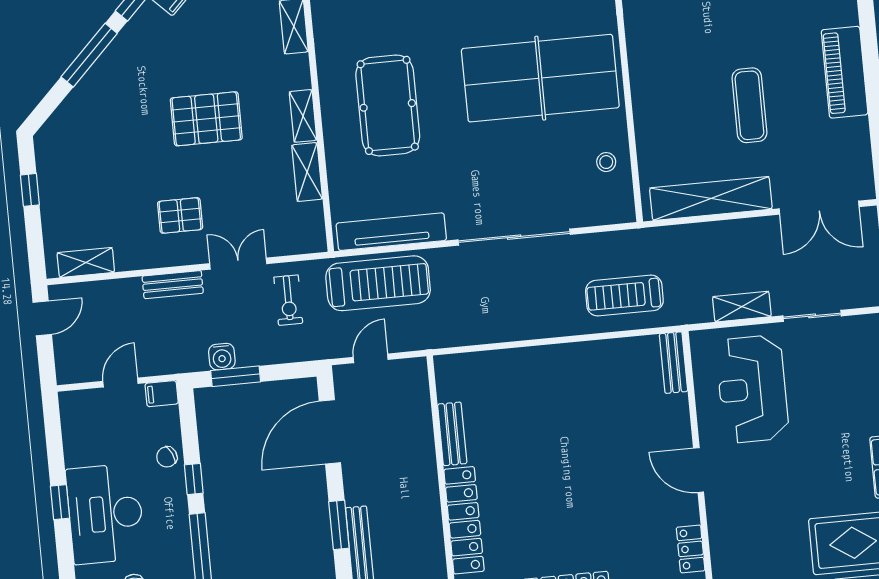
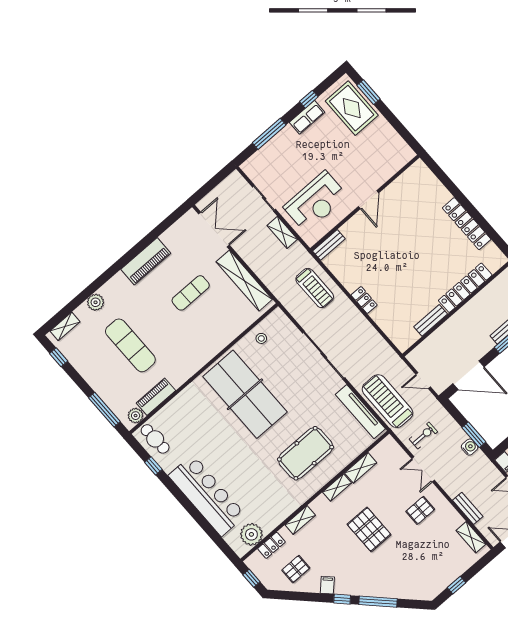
pallet: (180, 215) -> (420, 510), turned 90
bench: (173, 285) -> (468, 508), moved
locker: (691, 549) -> (364, 300), moved, turned -90

